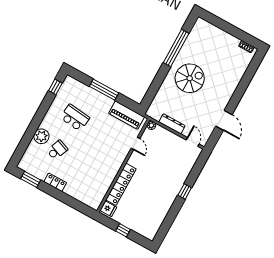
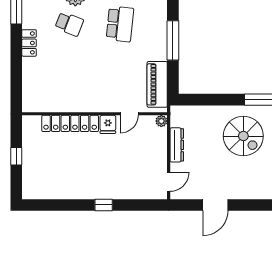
fridge: (108, 209) -> (108, 124), moved

